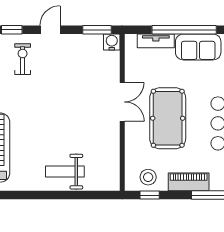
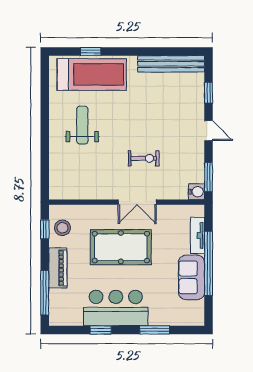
exercise bike: (23, 59) -> (144, 158), moved
weight bench: (65, 172) -> (82, 125), moved

